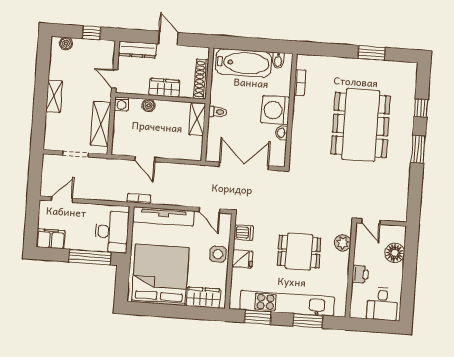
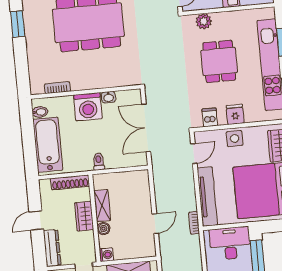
shelving: (197, 119) -> (102, 206), moved, turned 90

